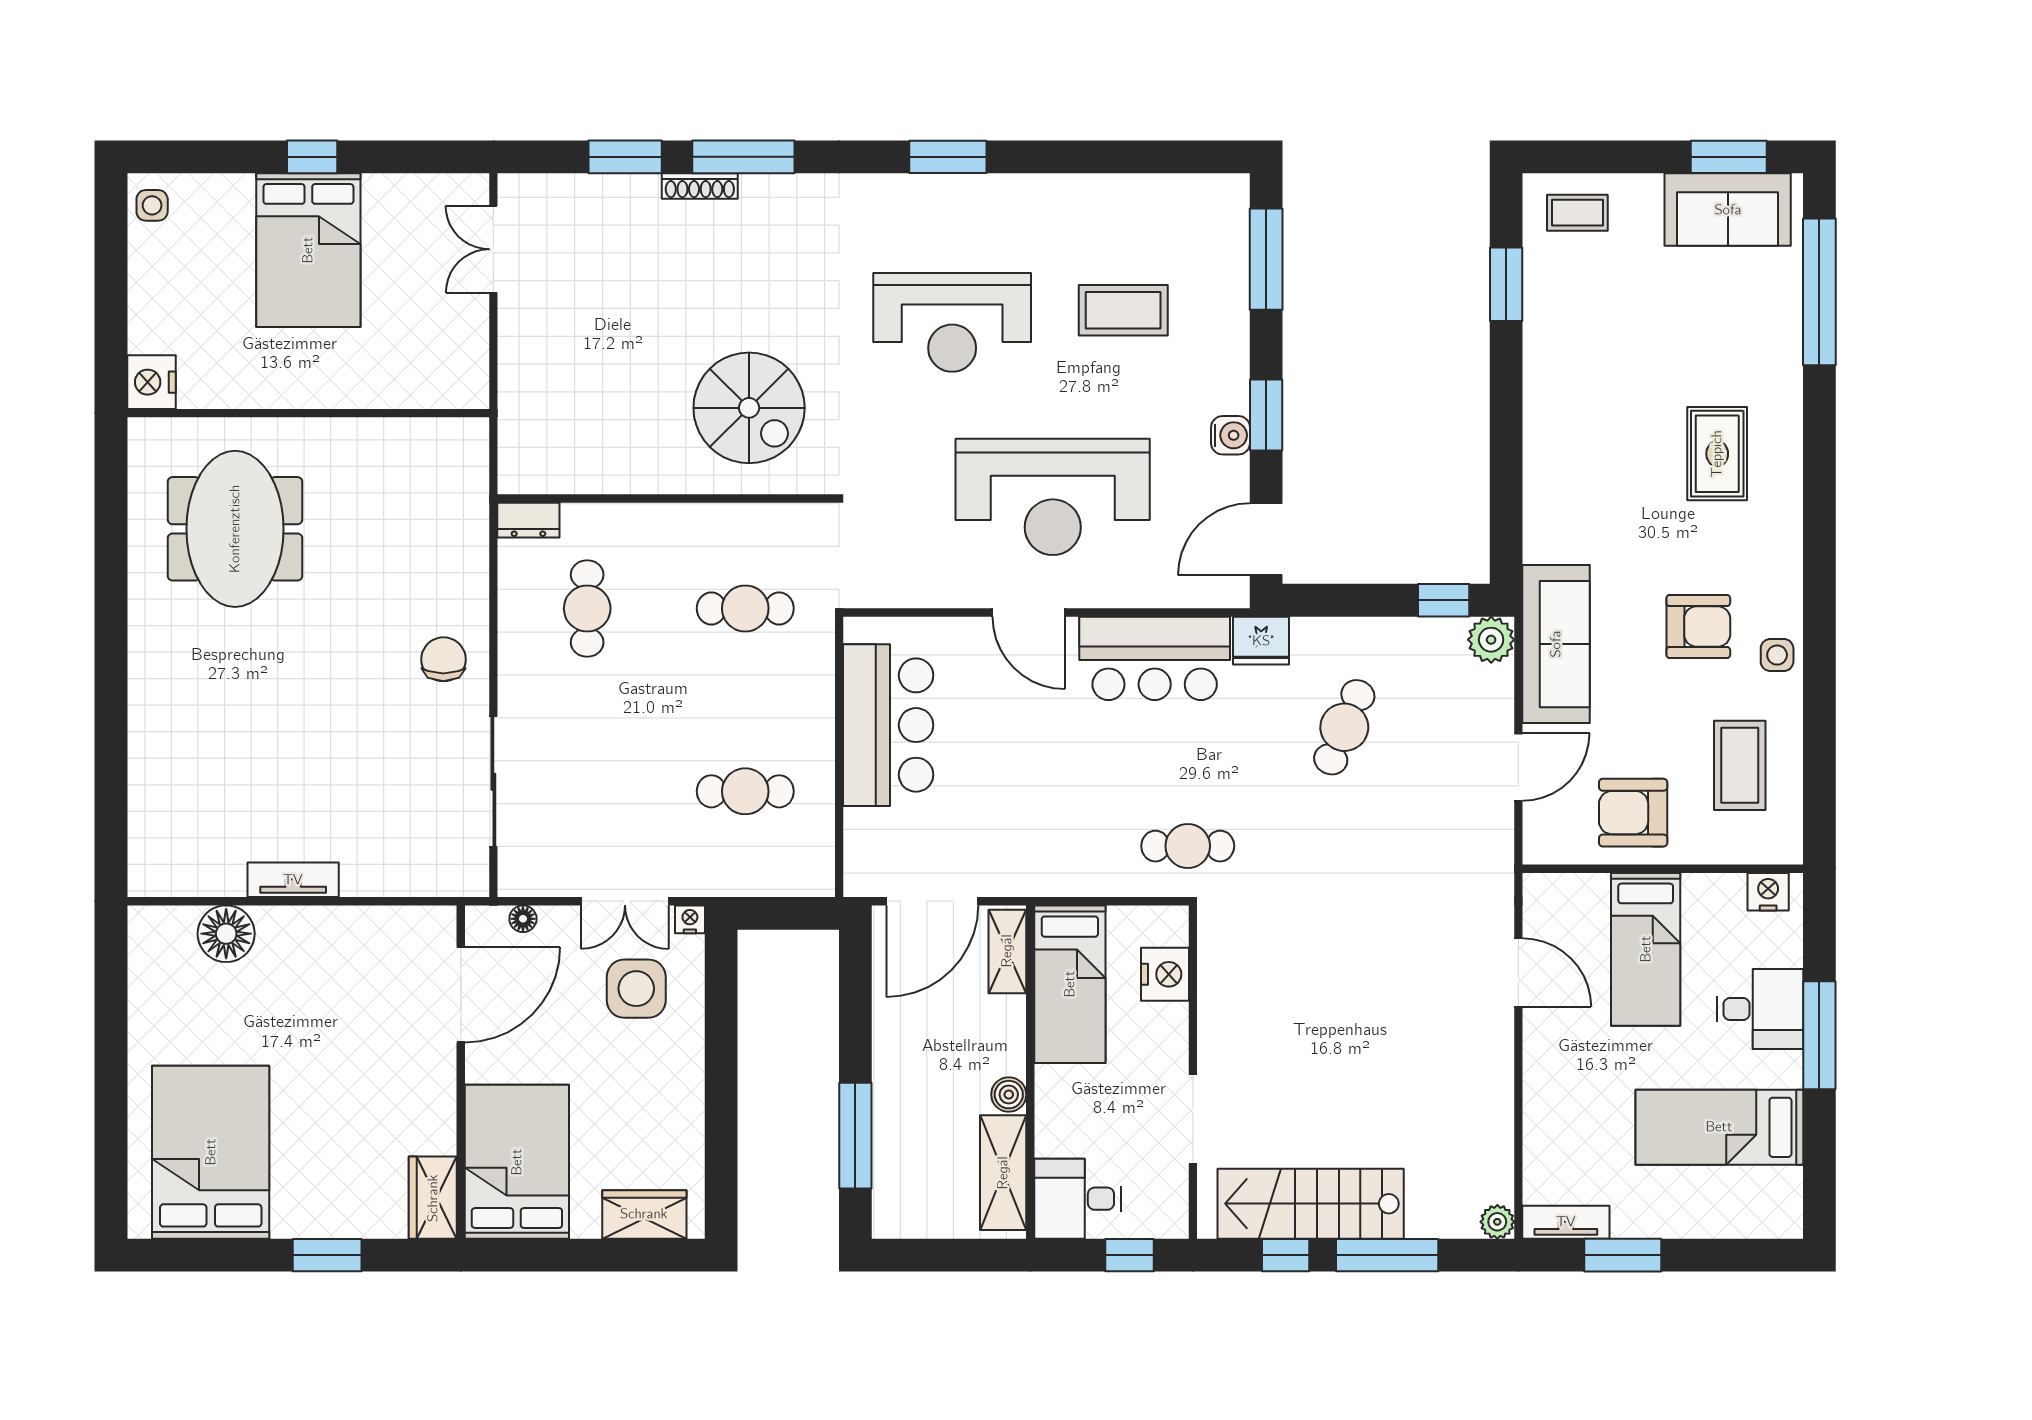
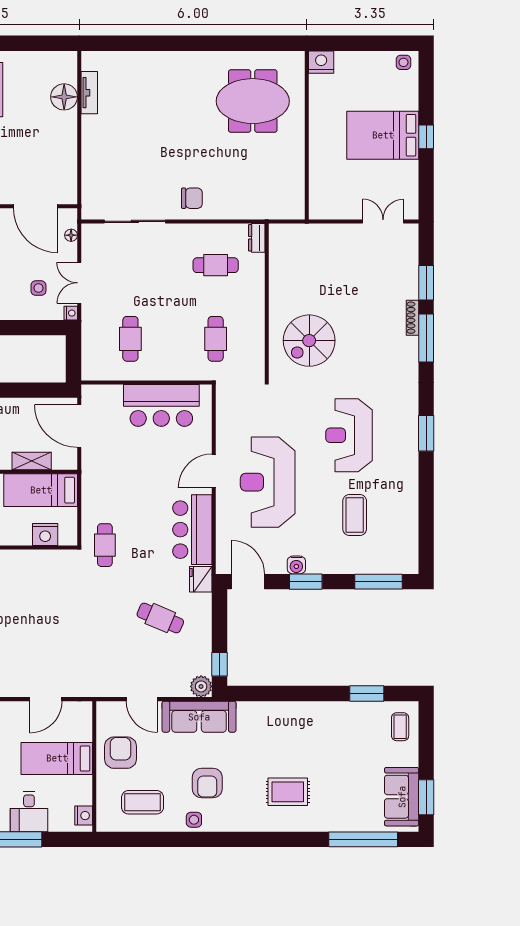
tv unit: (293, 880) -> (89, 93), moved
shelving: (1007, 951) -> (32, 461), moved
side table: (636, 989) -> (38, 288), width x0.54, depth x0.54

